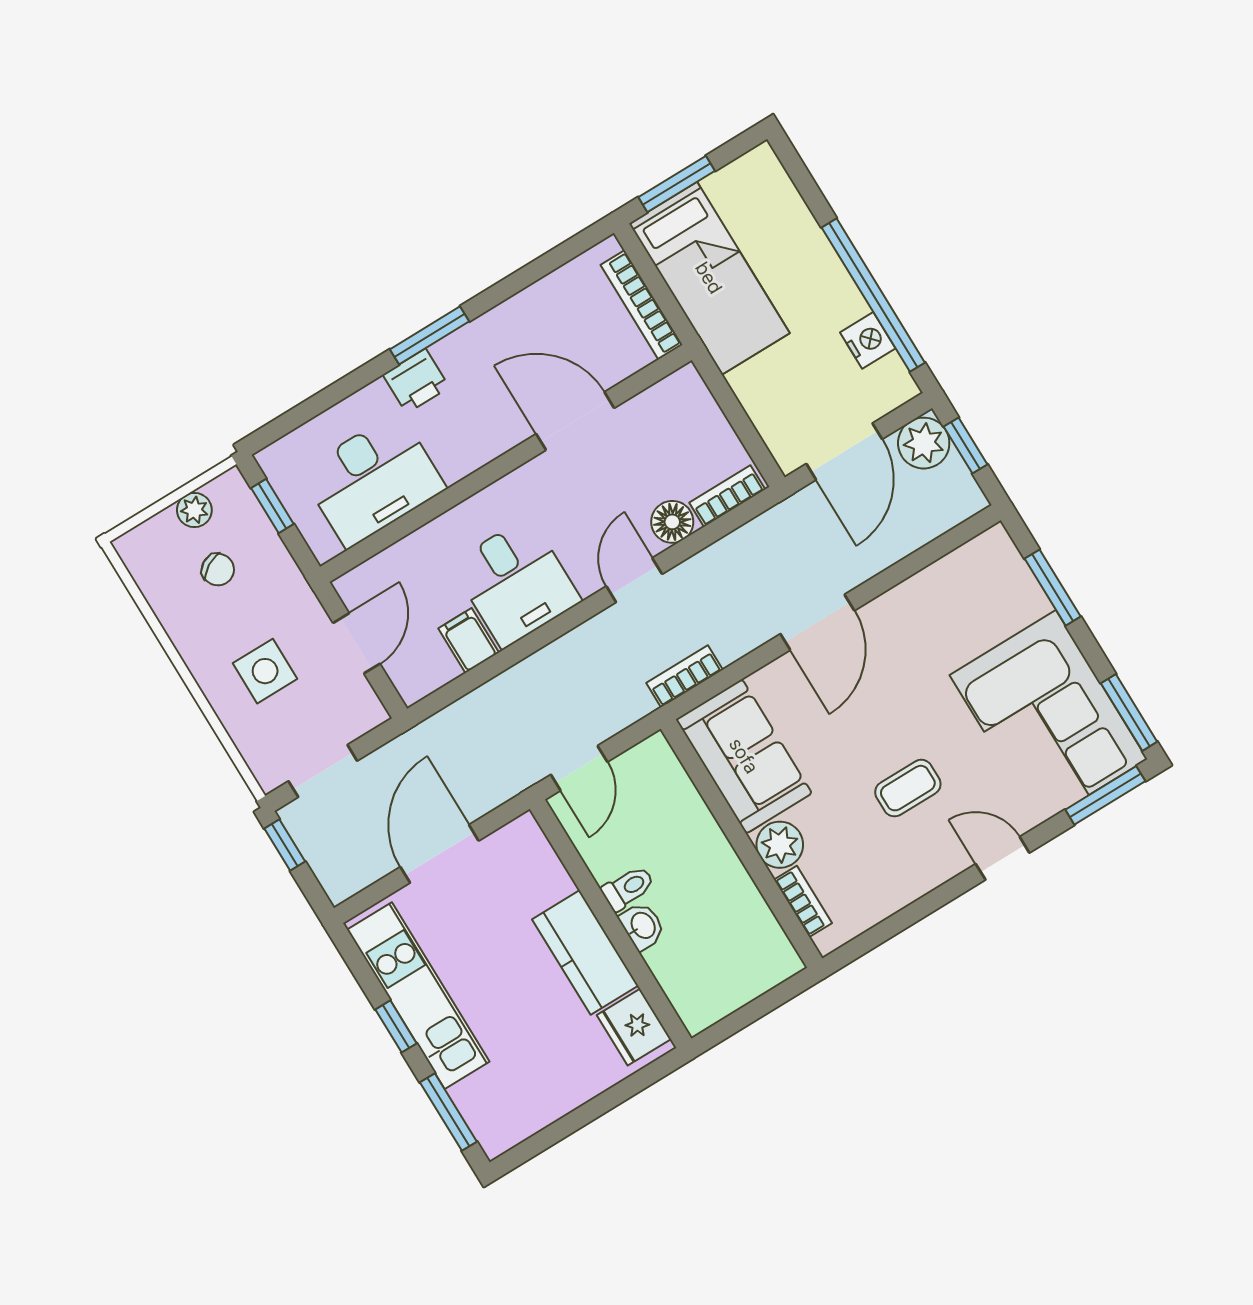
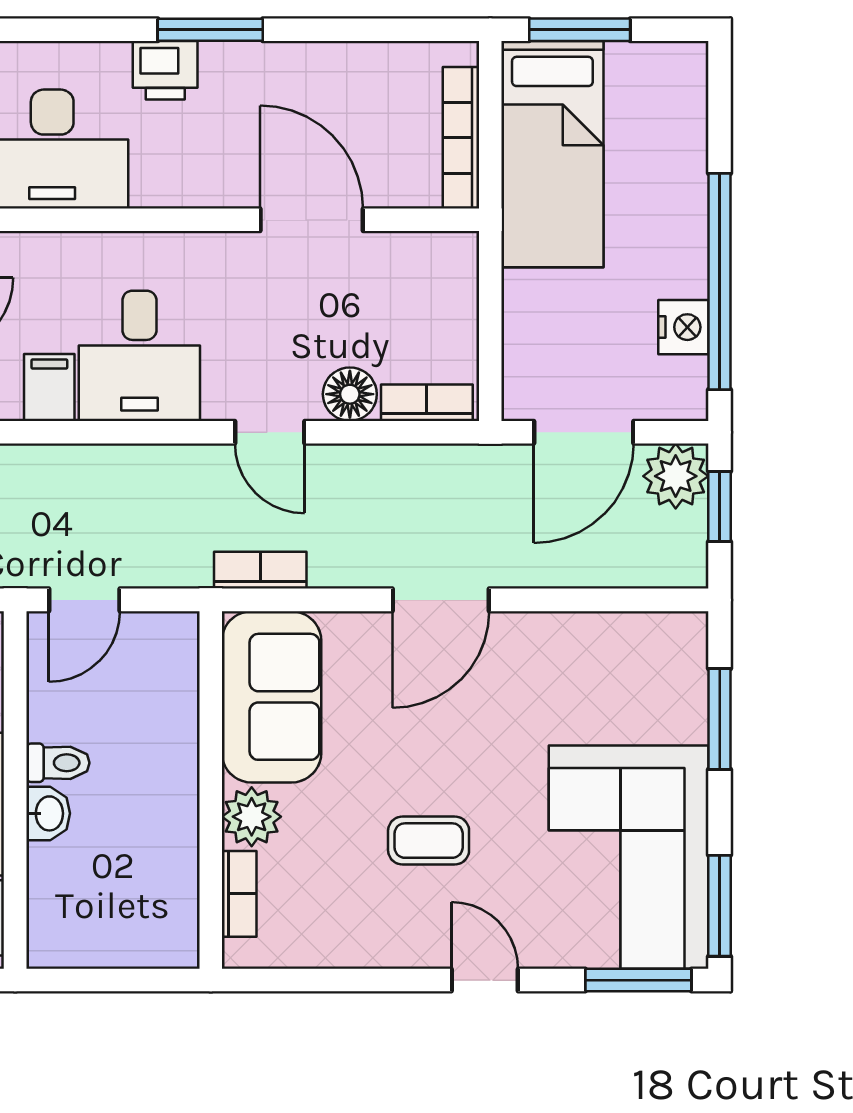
door: (634, 580) -> (270, 432), swing flipped

